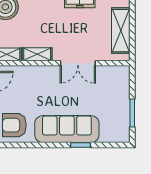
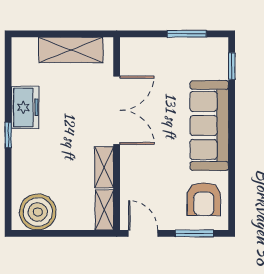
double door: (78, 63) -> (117, 110), width x1.37
window: (81, 145) -> (232, 66), moved

